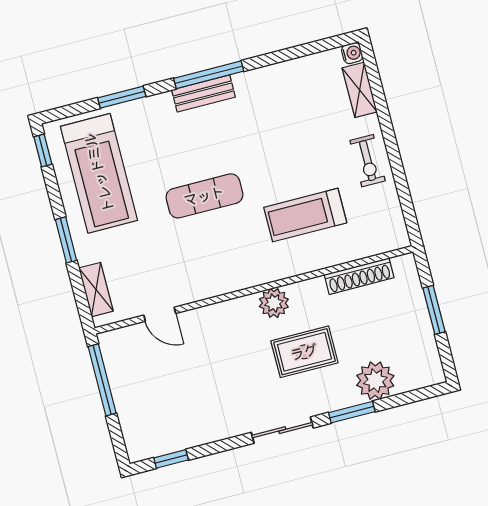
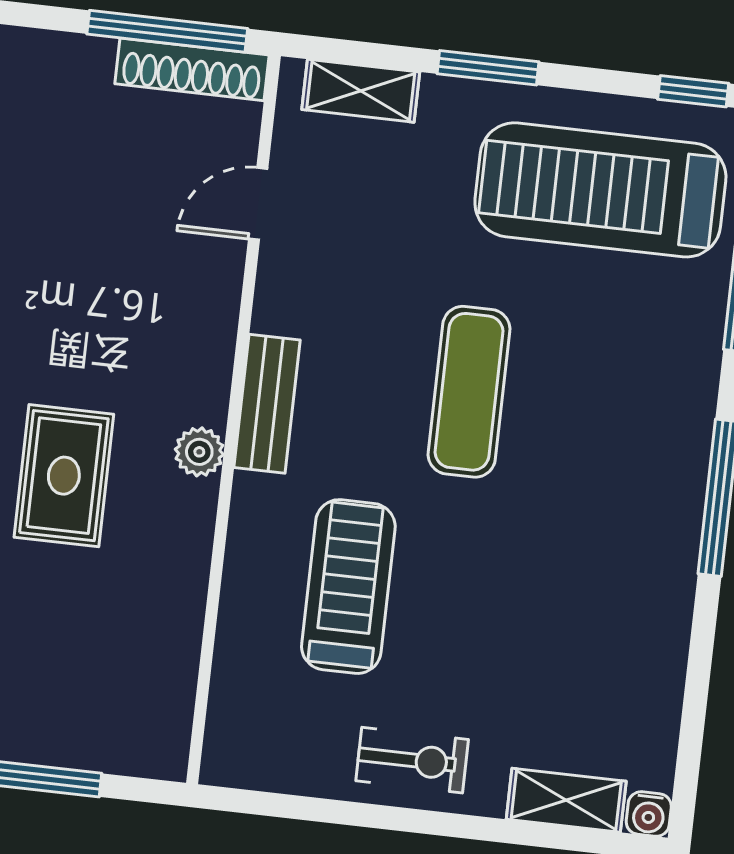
bench: (203, 93) -> (267, 404), moved
exercise bike: (368, 161) -> (412, 760), turned 180
shoe rack: (359, 276) -> (192, 69), moved, turned -90
plant: (274, 303) -> (199, 452), width x0.73, depth x0.73

